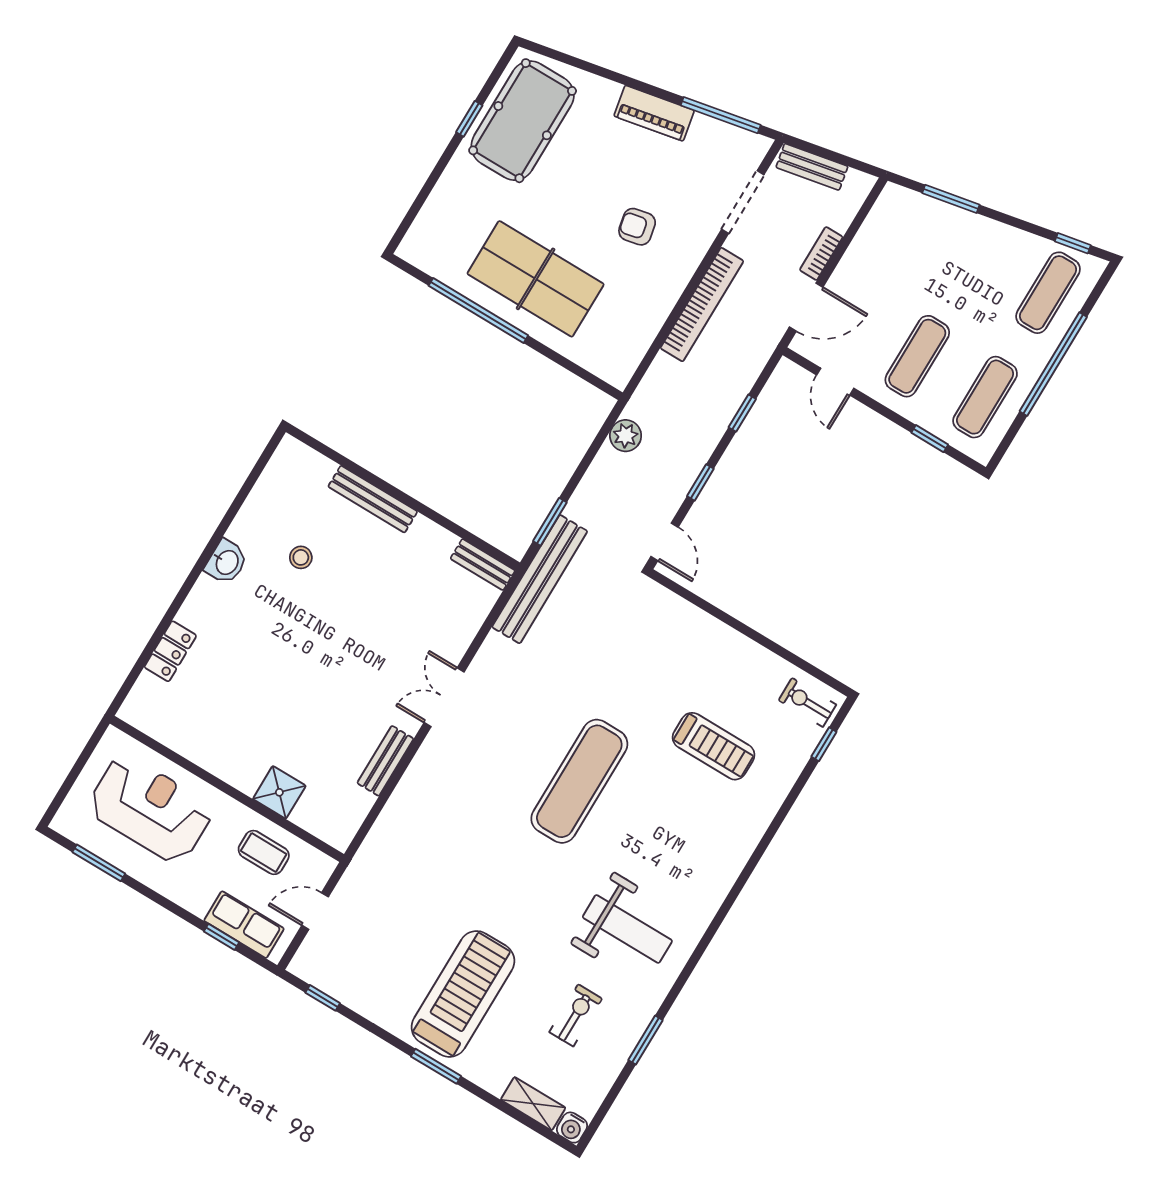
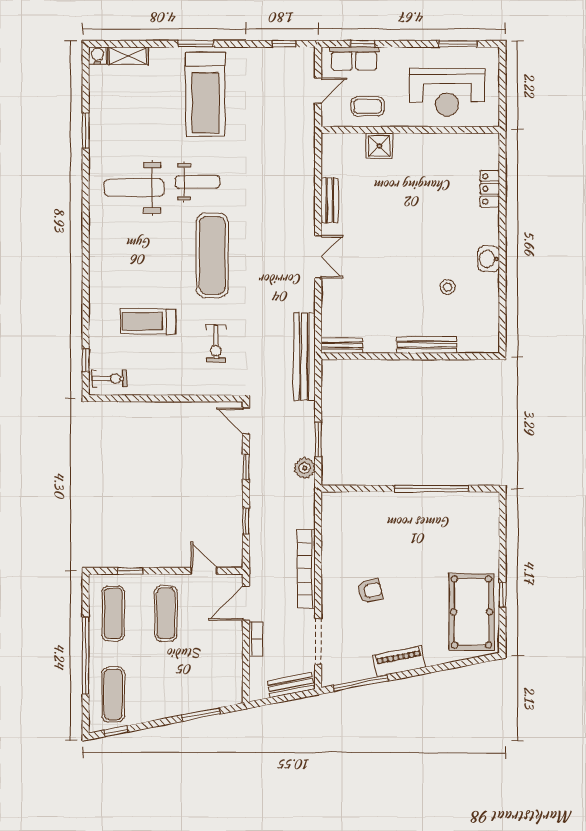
table tennis table: (536, 279) -> (410, 526), removed
window: (550, 522) -> (318, 440), moved
weight bench: (541, 887) -> (197, 182), added
exercise bike: (576, 1015) -> (216, 344), moved

